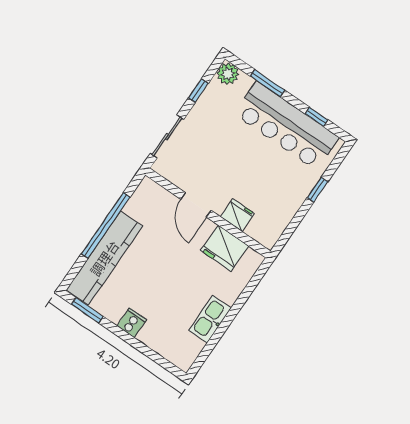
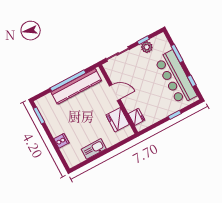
plant: (228, 74) -> (147, 47), moved
door: (196, 205) -> (115, 93), swing flipped
fridge: (237, 215) -> (137, 117), moved
kitchen counter: (104, 258) -> (76, 86), moved
cooker: (132, 323) -> (61, 141), moved

